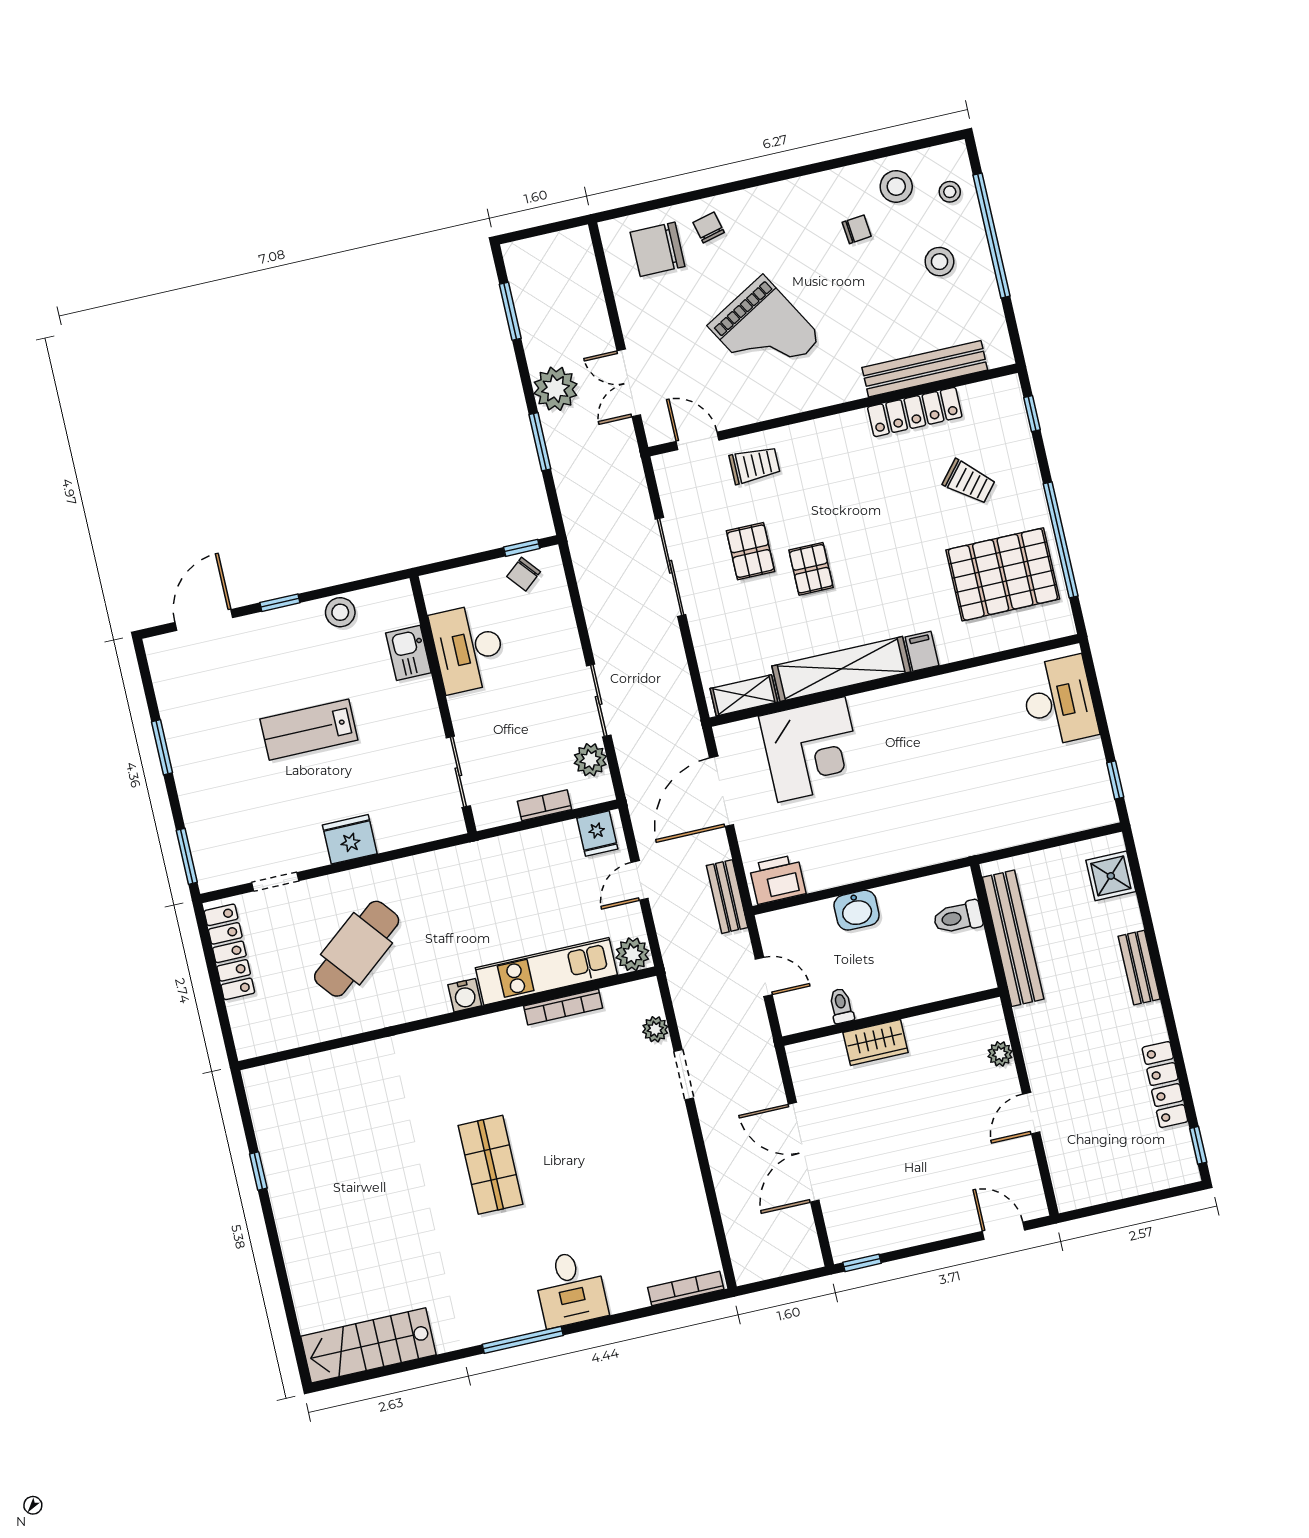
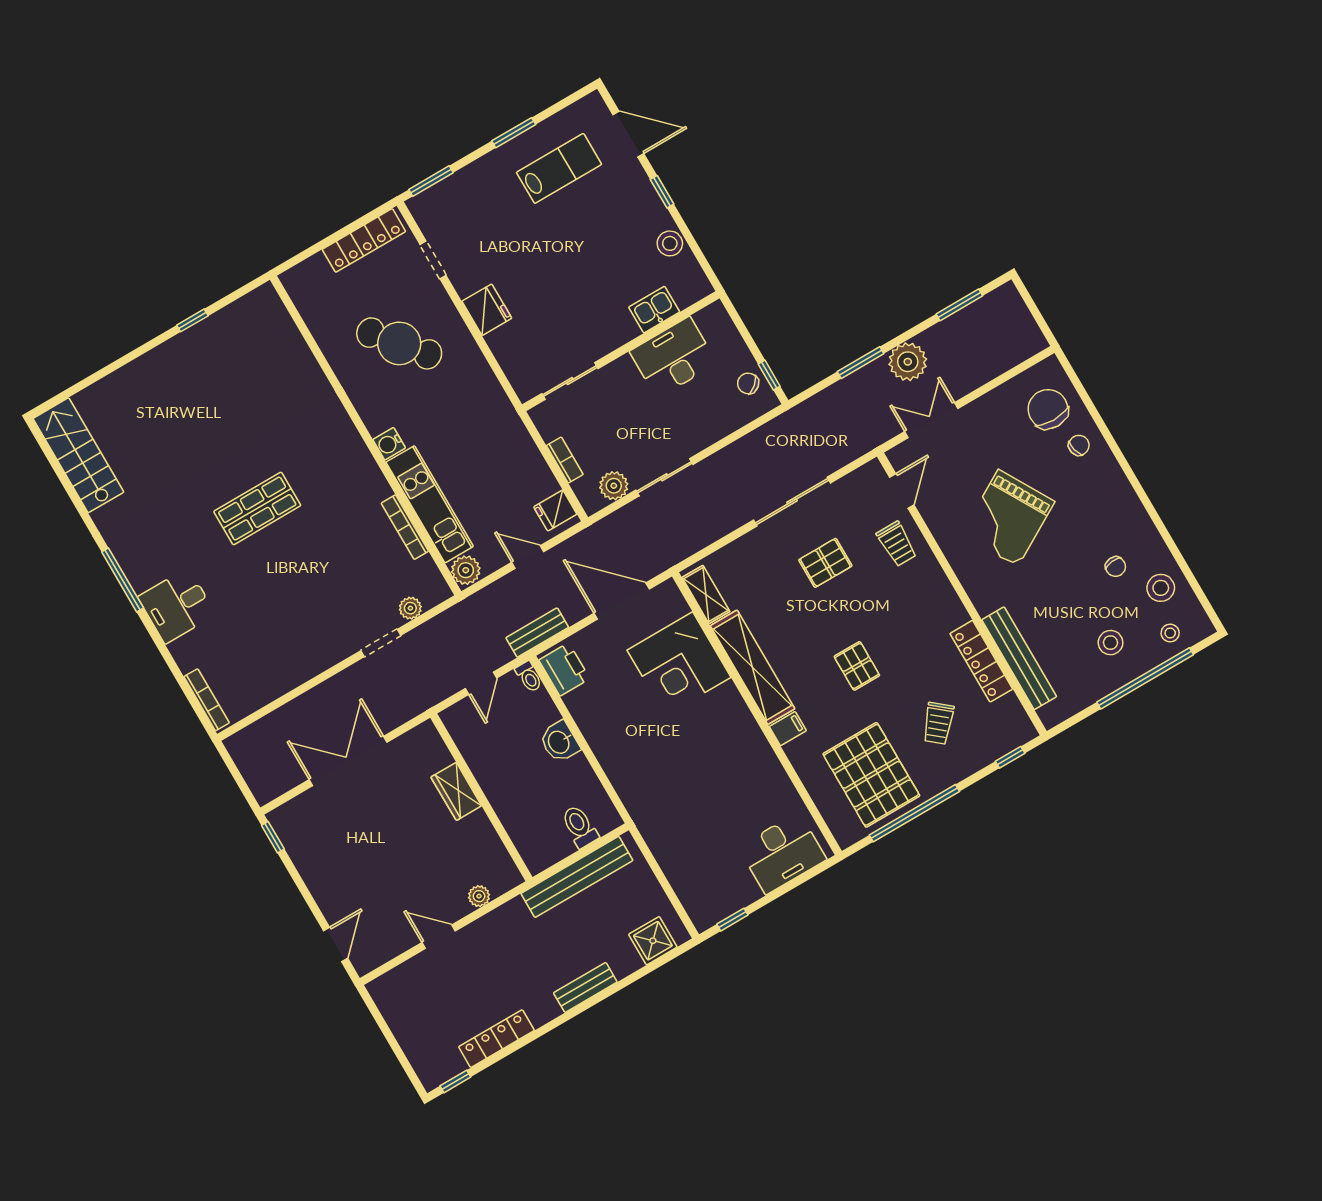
pallet: (811, 569) -> (857, 666), moved, turned 90
lab bench: (309, 730) -> (559, 168), moved, turned 90
toilet: (841, 1006) -> (529, 677), moved, turned 90

